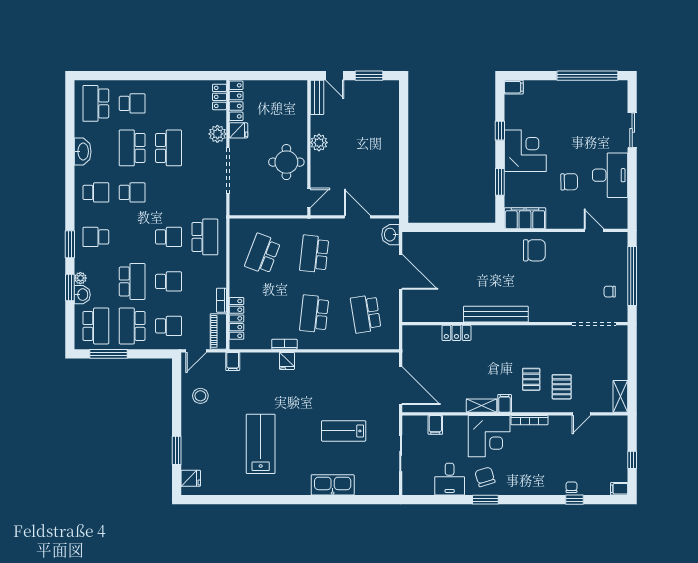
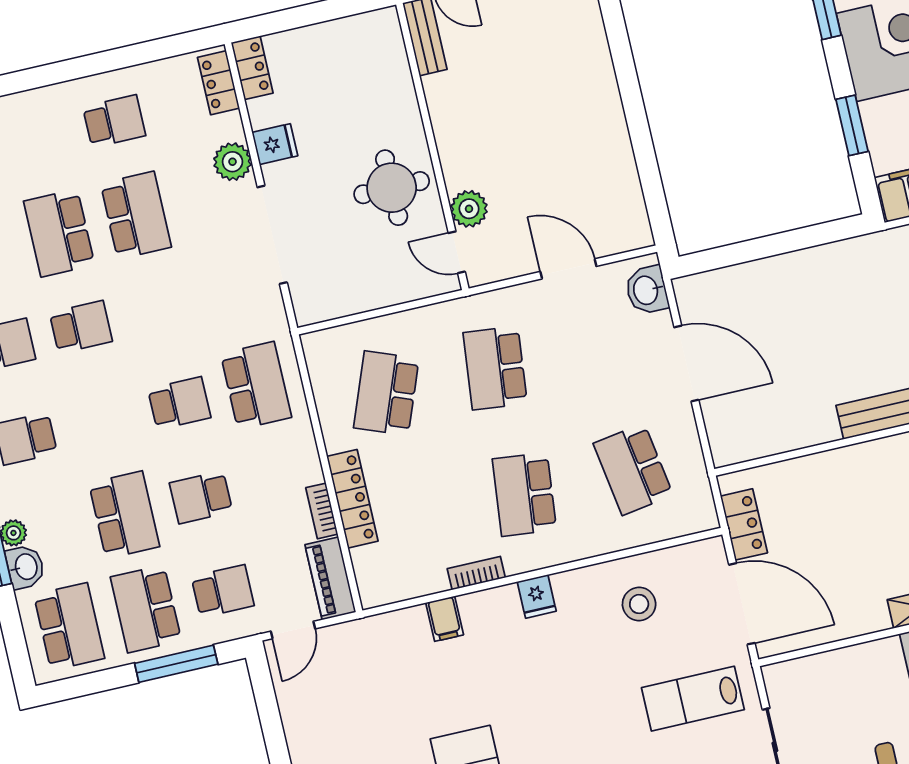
locker: (236, 101) -> (252, 68), width x0.66
school desk: (132, 103) -> (114, 121), moved
plant: (319, 143) -> (469, 209), moved
door: (309, 198) -> (457, 252), swing flipped
school desk: (169, 281) -> (201, 497), turned 180
locker: (236, 318) -> (352, 499), moved
locker: (456, 333) -> (744, 524), moved, turned -90
window: (108, 354) -> (176, 664), moved
filing cabinet: (233, 361) -> (445, 619), moved
fridge: (287, 361) -> (537, 596), moved
stool: (200, 396) -> (639, 604), moved
filing cabinet: (435, 425) -> (834, 670), removed
lab bench: (344, 431) -> (693, 699), moved

